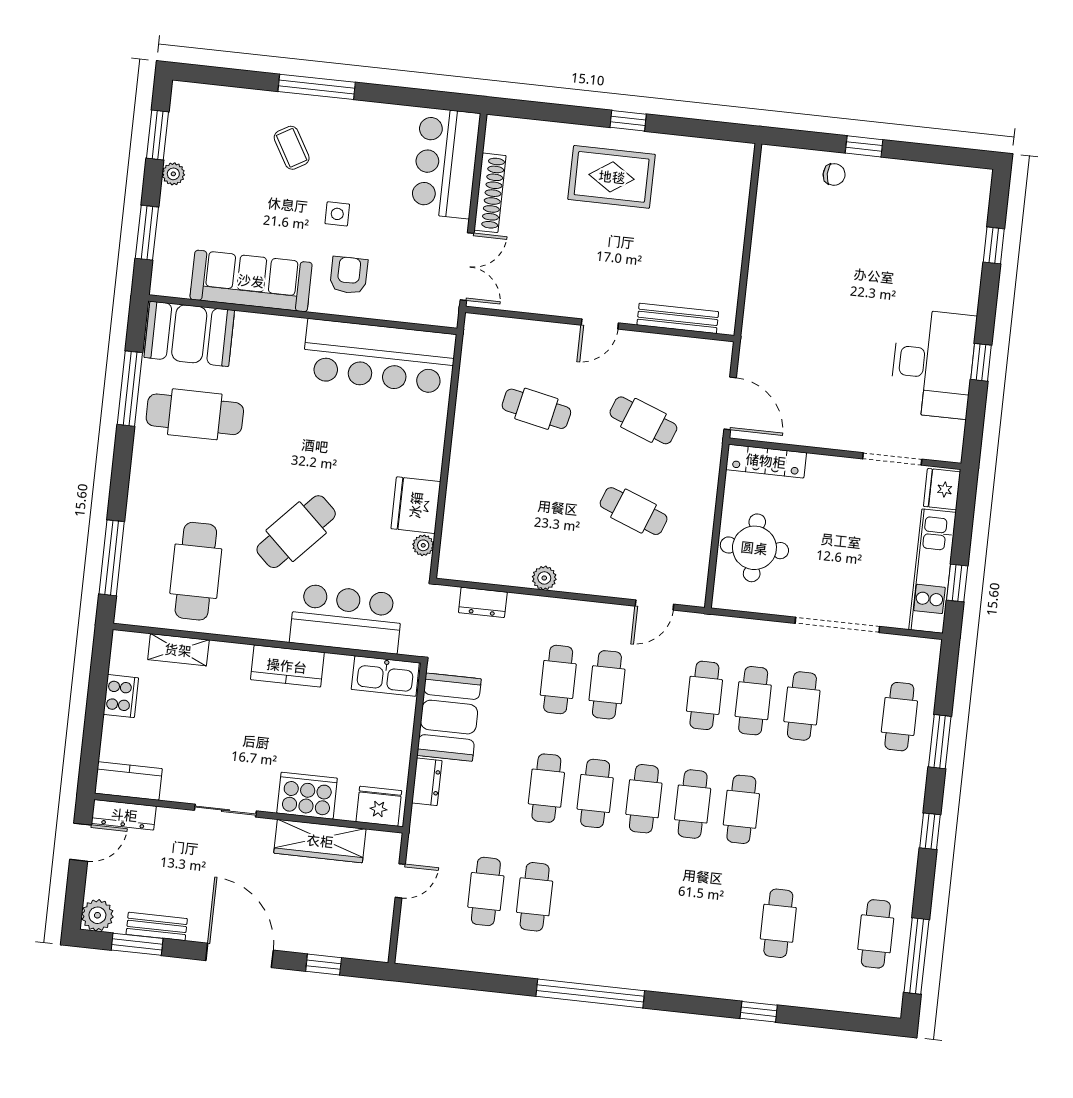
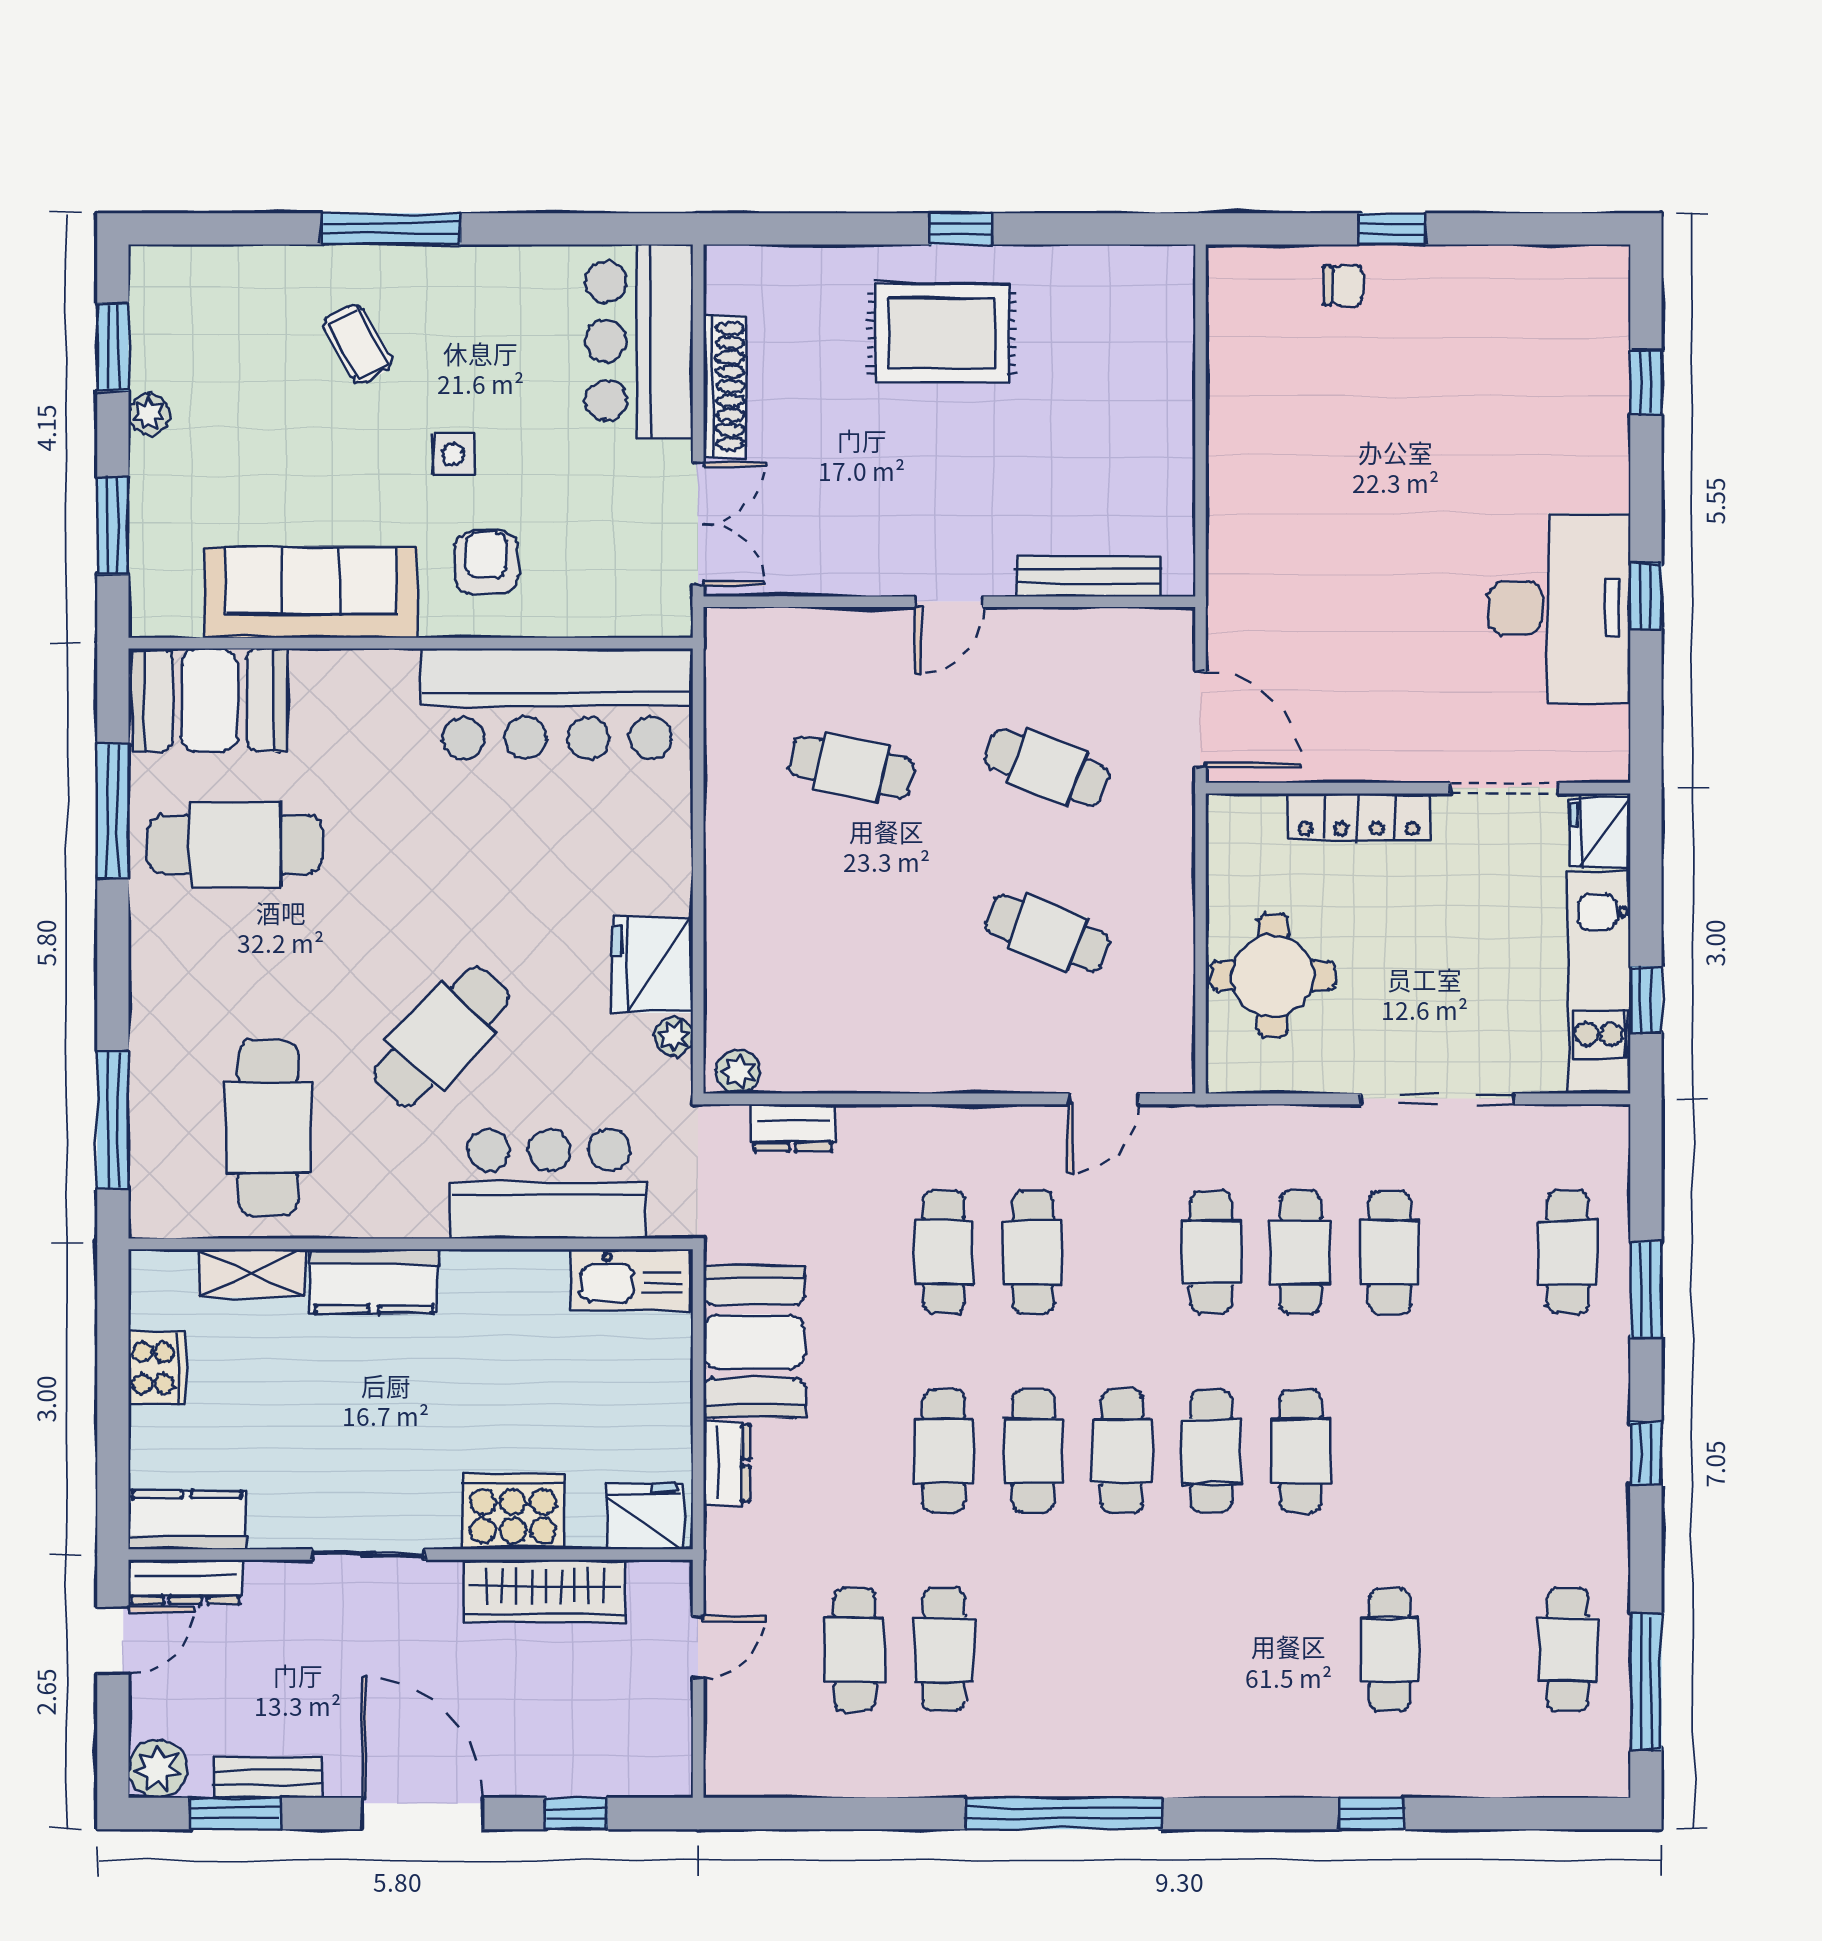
locker: (766, 461) -> (1359, 817), moved
plant: (544, 578) -> (738, 1072), moved
kitchen counter: (287, 666) -> (374, 1281), moved

